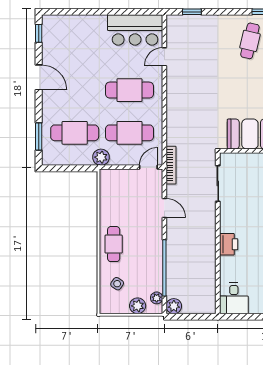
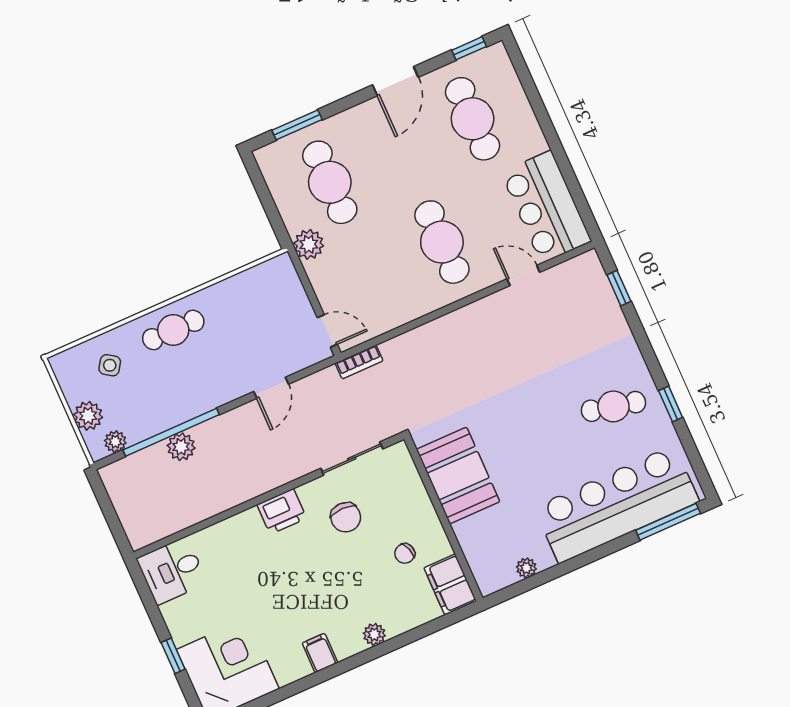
cafe table: (129, 133) -> (473, 119), moved
bookcase: (171, 165) -> (359, 362), width x0.64
chair: (246, 200) -> (346, 517), added
printer: (229, 244) -> (282, 511), moved
plant: (174, 306) -> (181, 447), moved

